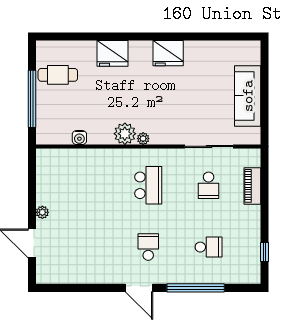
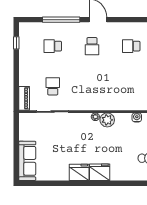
fridge: (112, 53) -> (100, 172), moved
sofa: (248, 96) -> (27, 161), moved
school desk: (148, 185) -> (131, 46), moved, width x0.54
piano: (252, 186) -> (24, 98), moved

